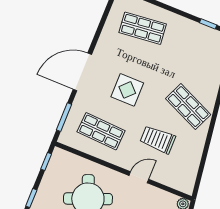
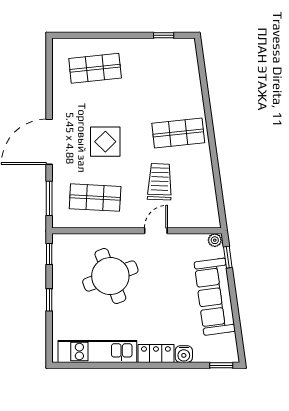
shop shelf: (188, 107) -> (178, 133), turned -30
trolley: (158, 139) -> (160, 182), turned 92

